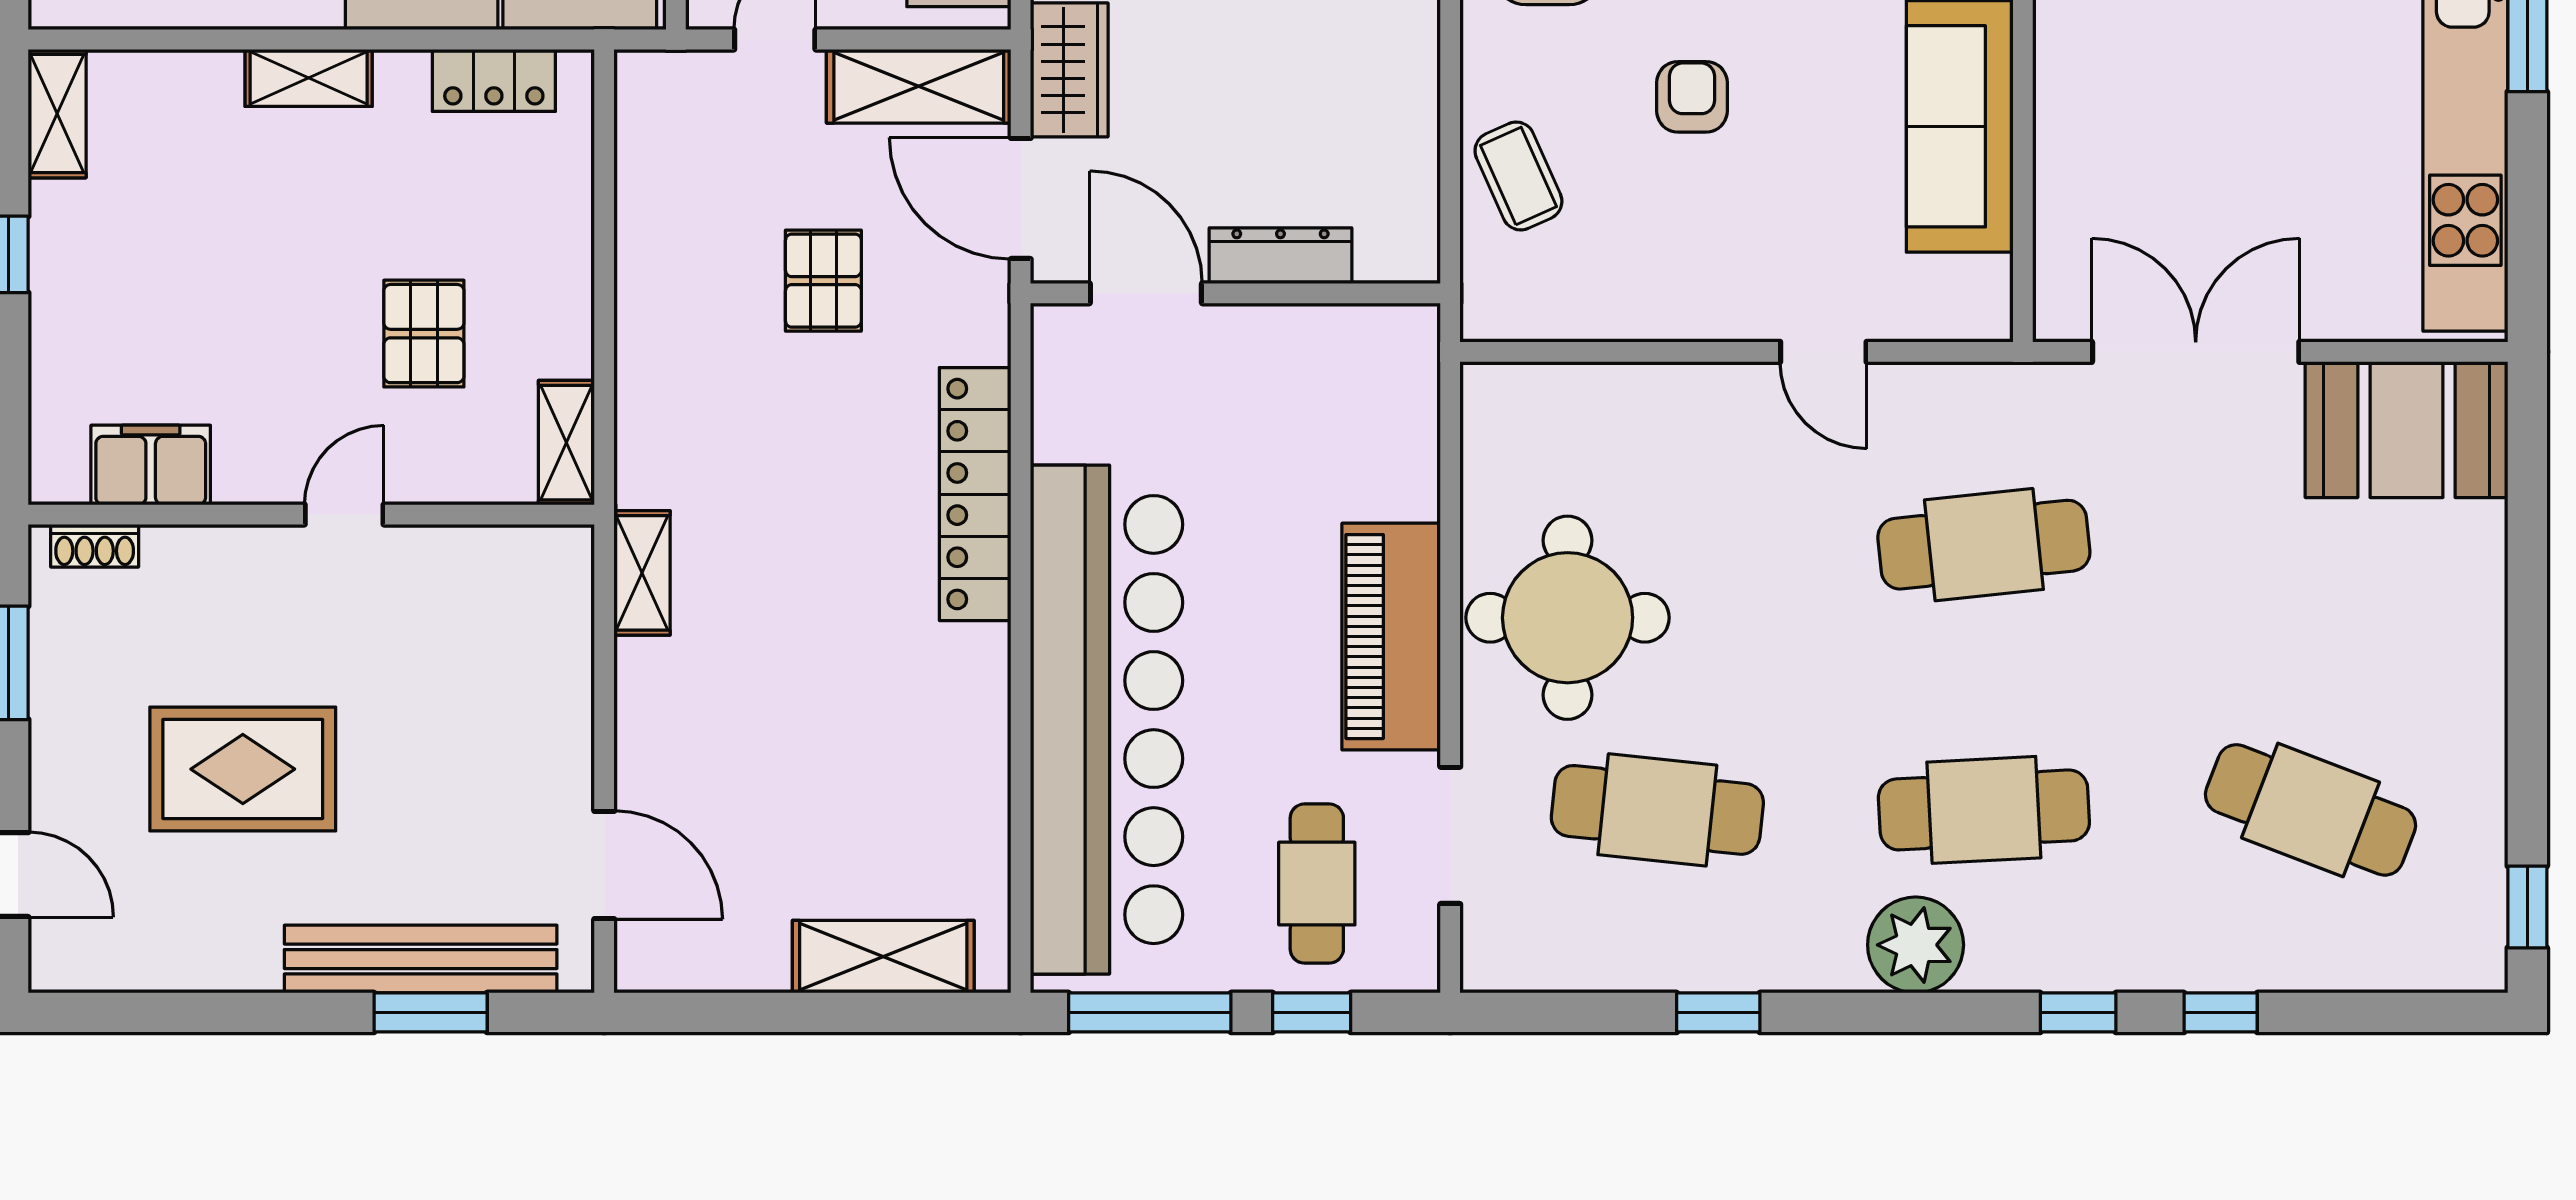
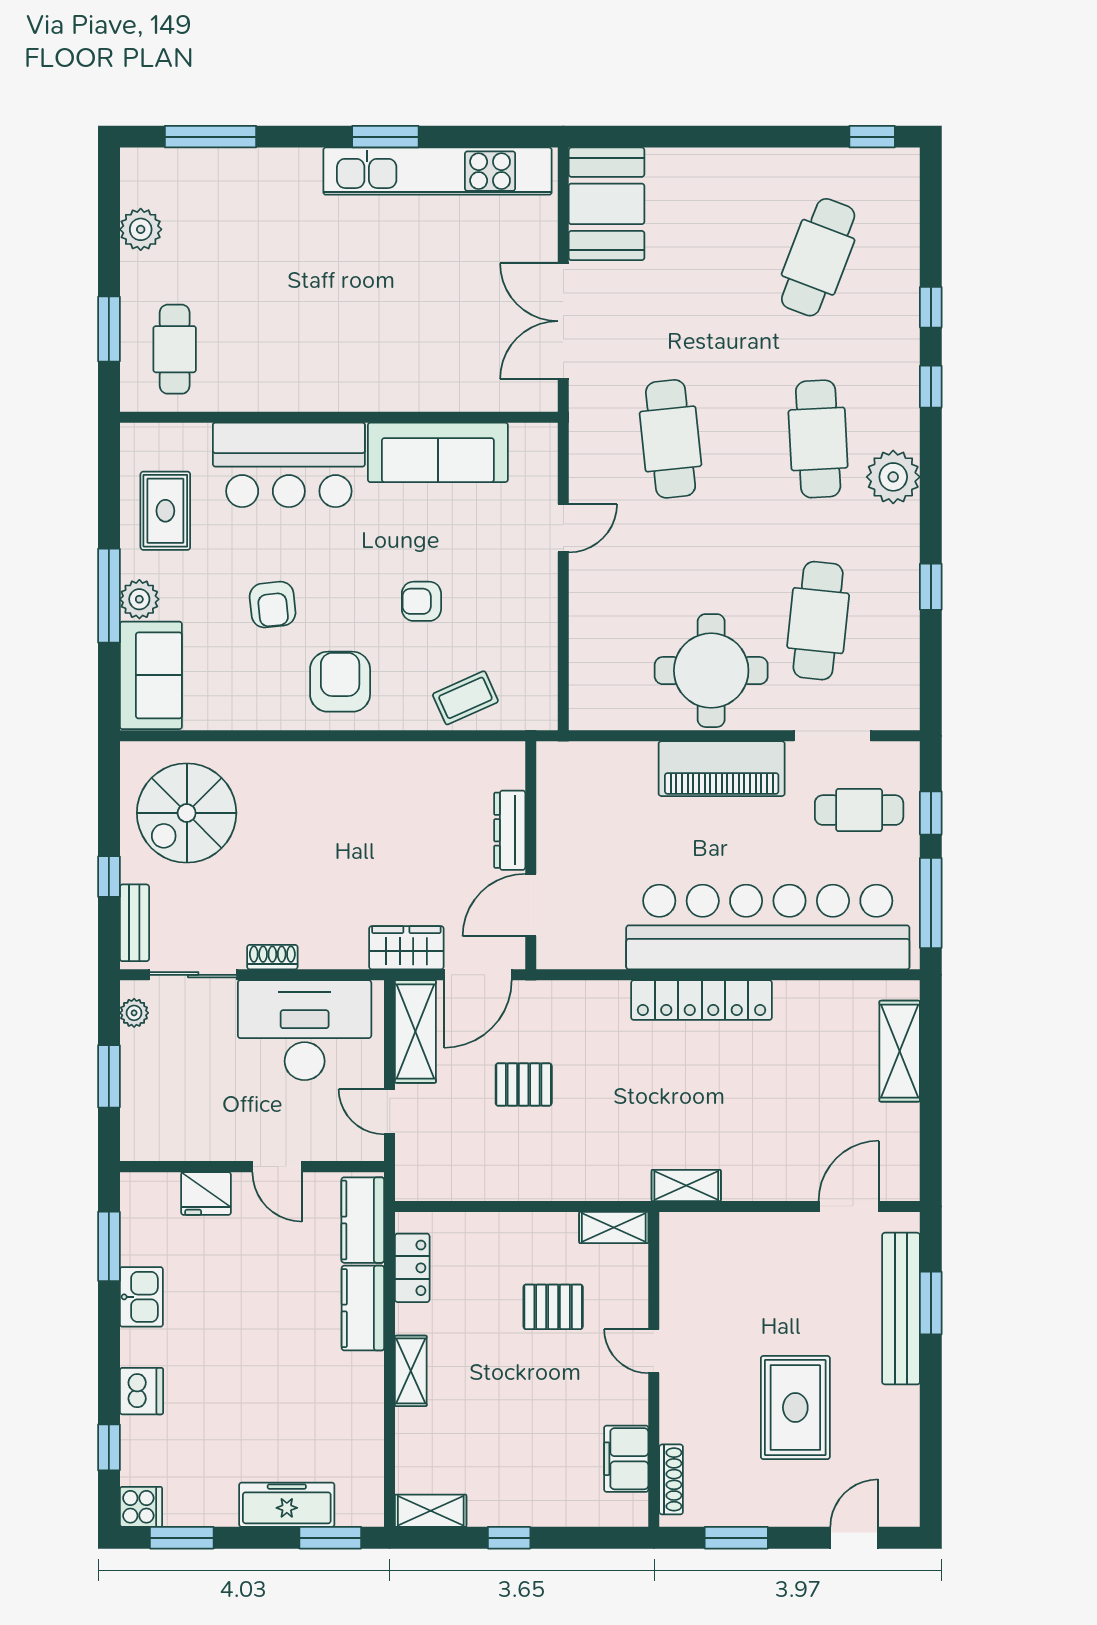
locker: (975, 494) -> (702, 1000), moved
shoe rack: (95, 546) -> (671, 1479), width x1.43

